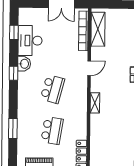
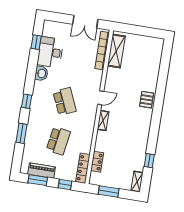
door: (89, 68) -> (101, 98), moved
window: (13, 73) -> (27, 101), moved
school desk: (52, 89) -> (65, 101), turned -39
locker: (95, 146) -> (97, 162), added

